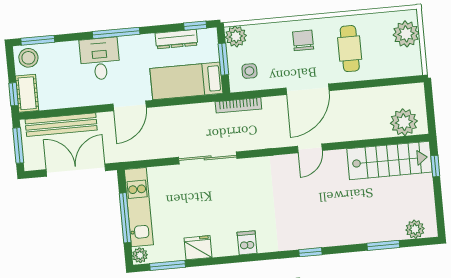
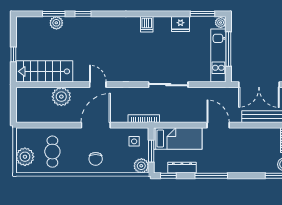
window: (116, 33) -> (211, 176), moved
cafe table: (350, 49) -> (52, 152), moved
desk: (100, 59) -> (236, 159), removed
door: (130, 106) -> (218, 125), hinge flipped
plant: (404, 122) -> (61, 97), moved
door: (310, 148) -> (98, 85), hinge flipped
window: (435, 166) -> (13, 54), moved
plant: (415, 229) -> (56, 23), moved
window: (310, 252) -> (83, 14), moved

